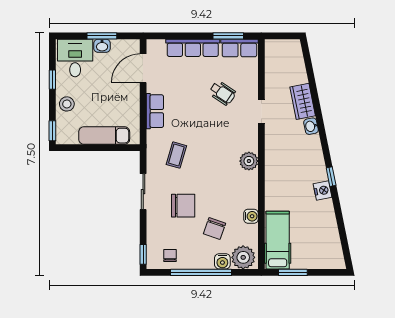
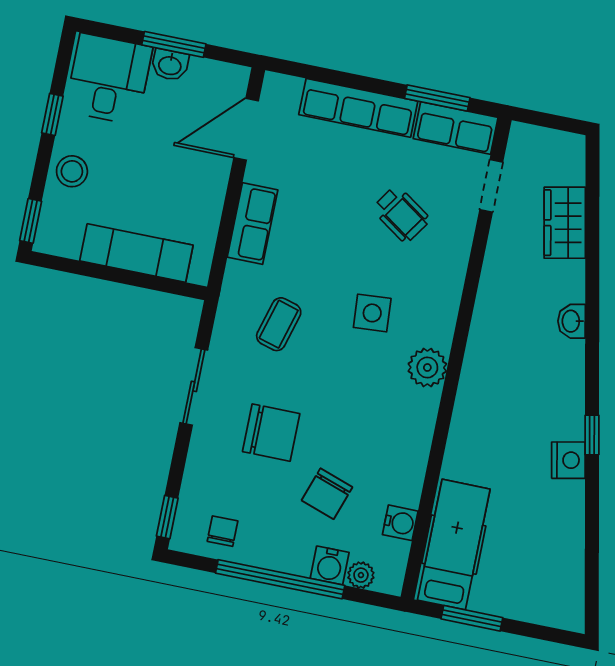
wardrobe: (303, 101) -> (565, 223), moved
doorway: (261, 112) -> (491, 186), moved
side table: (218, 141) -> (372, 313), added
water cooler: (251, 216) -> (400, 523), moved
plant: (243, 257) -> (361, 575), width x0.53, depth x0.53

